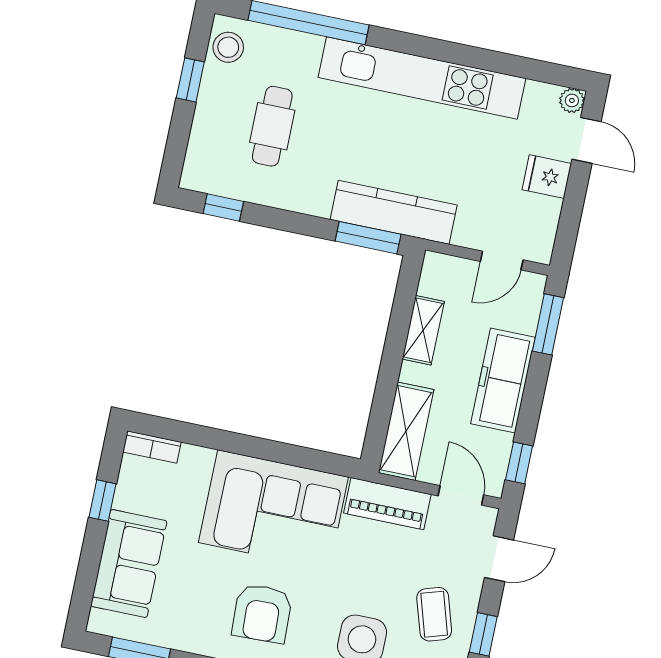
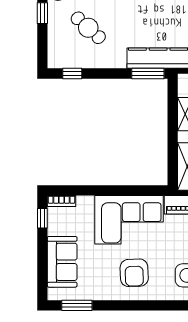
cafe table: (272, 126) -> (88, 28), turned -48
window: (102, 501) -> (42, 218), moved

